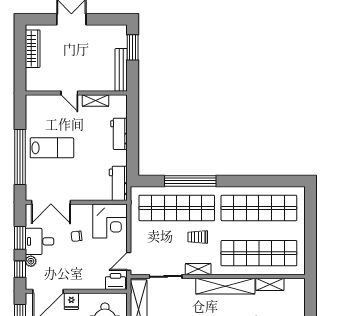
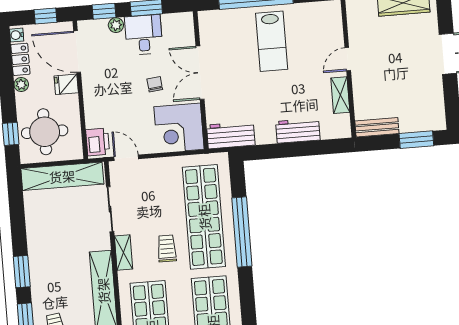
bench: (121, 70) -> (377, 127), width x0.73
double door: (51, 202) -> (200, 73), moved

